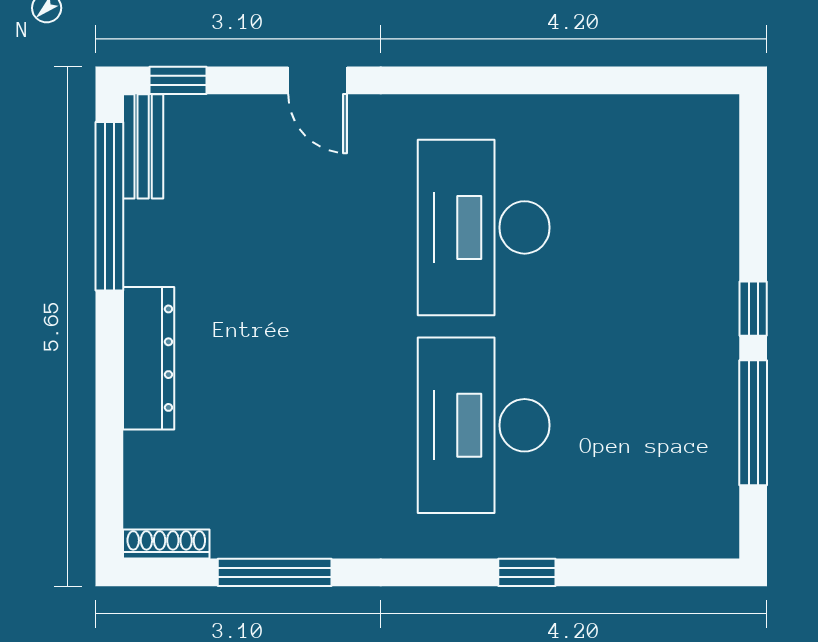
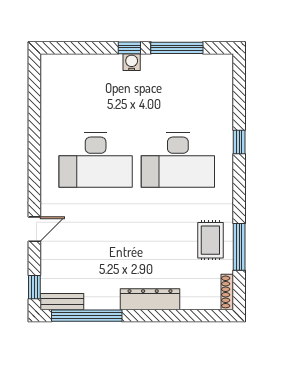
water cooler: (719, 314) -> (132, 62), added
rug: (291, 504) -> (210, 240), added

